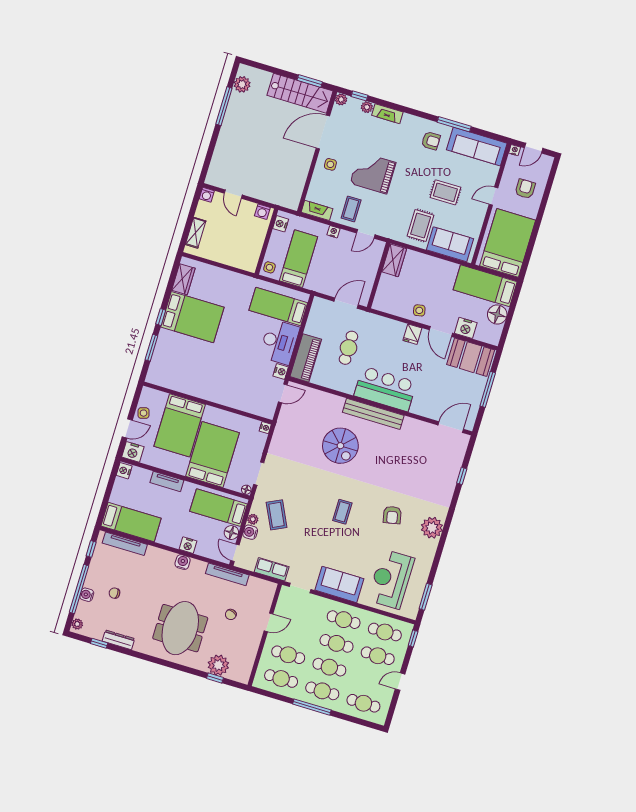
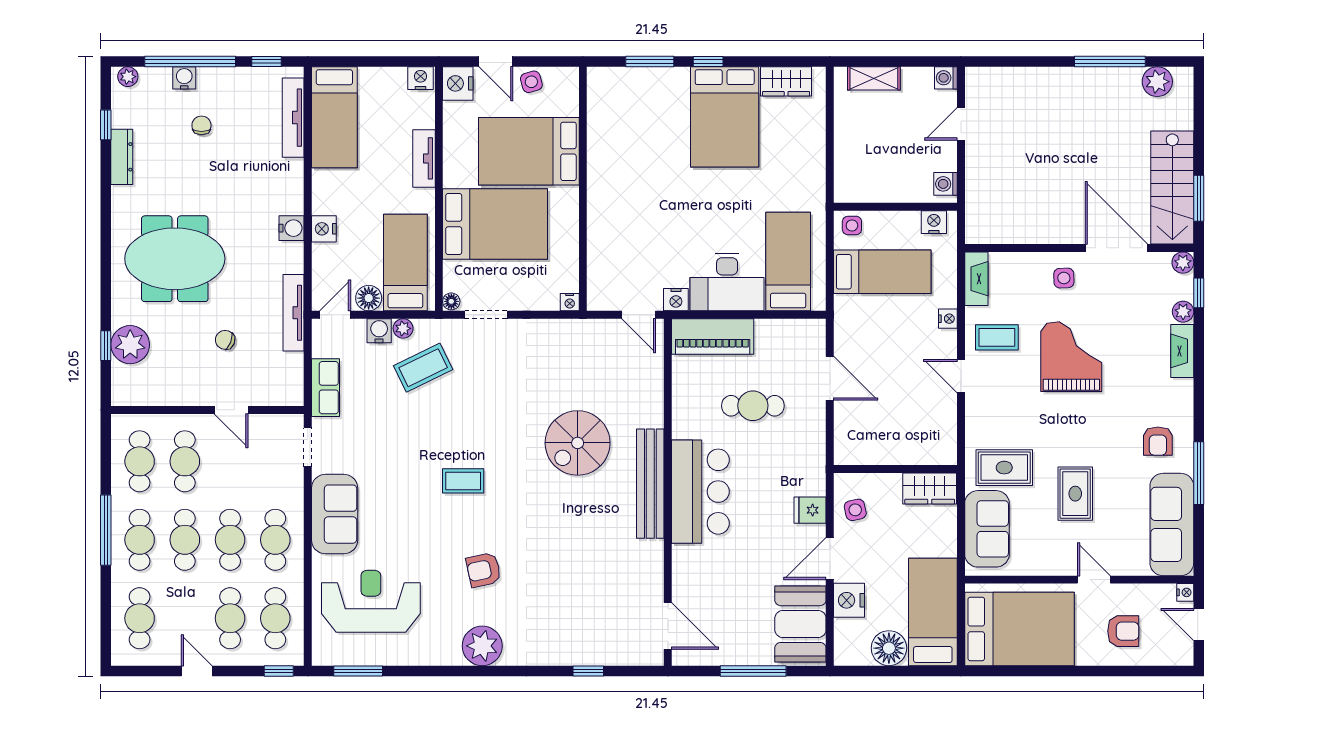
wardrobe: (394, 260) -> (930, 488), moved
wall: (379, 275) -> (895, 469), moved

